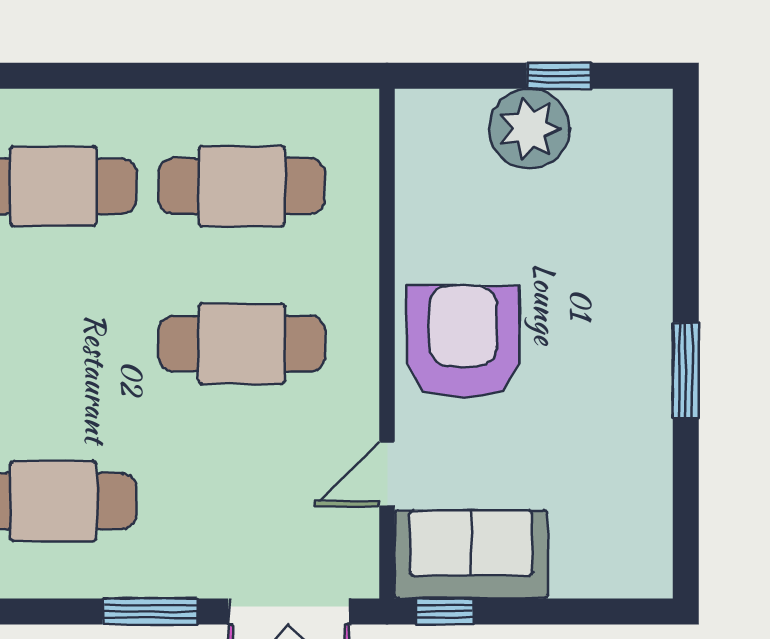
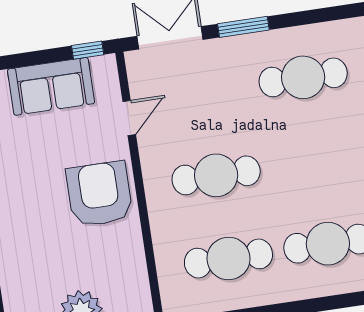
armchair: (463, 342) -> (99, 194), turned 180
sofa: (471, 554) -> (51, 86), moved

